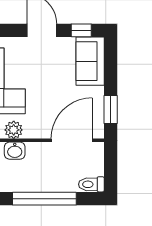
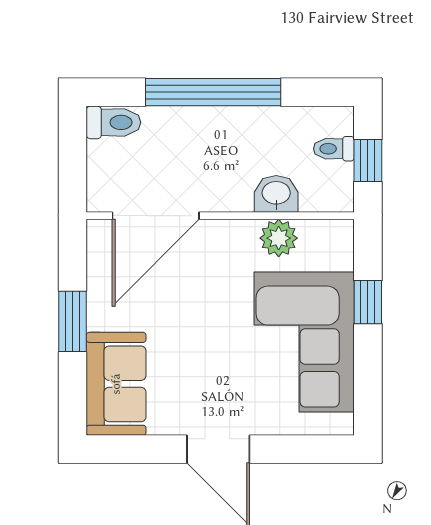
window: (81, 30) -> (135, 449), removed
window: (111, 109) -> (72, 321), moved

